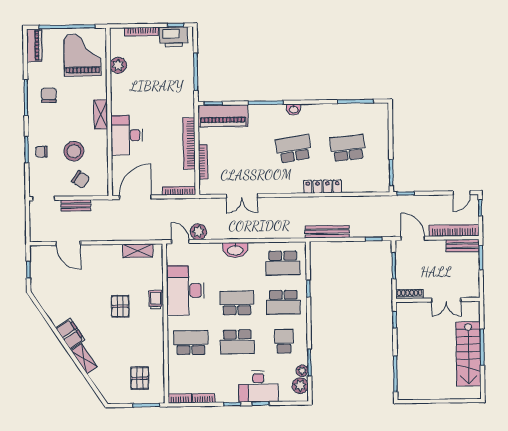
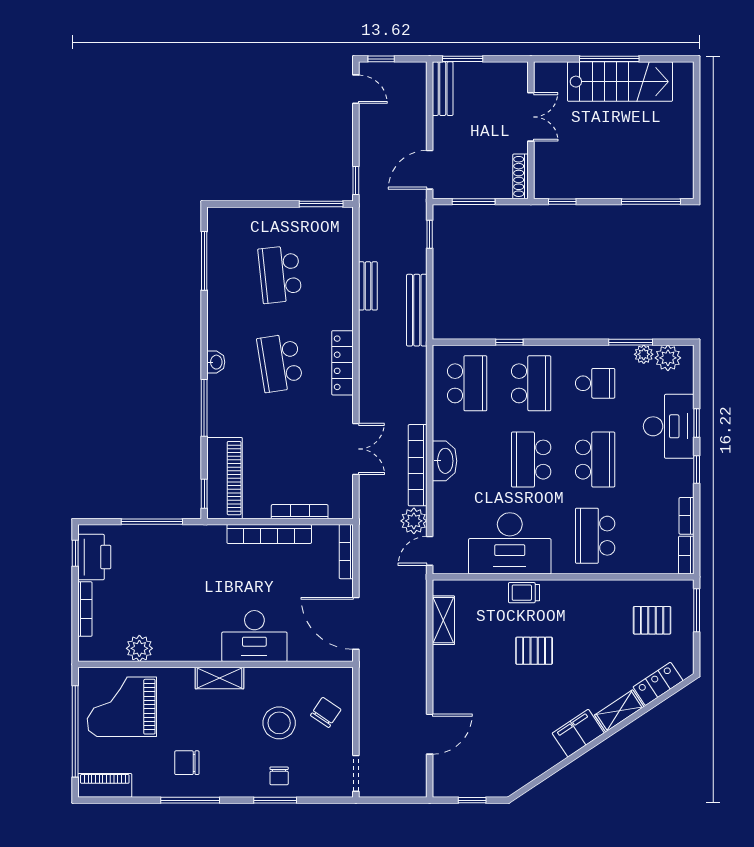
locker: (322, 186) -> (343, 363), moved
bench: (76, 205) -> (368, 286), moved
bookcase: (454, 230) -> (418, 465), moved
school desk: (284, 341) -> (595, 383), turned 180
locker: (101, 382) -> (658, 684), added

